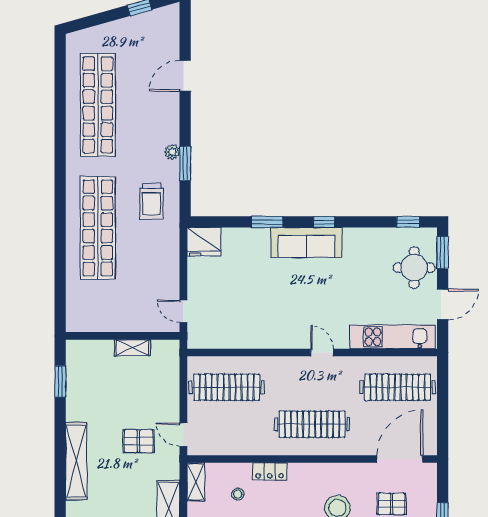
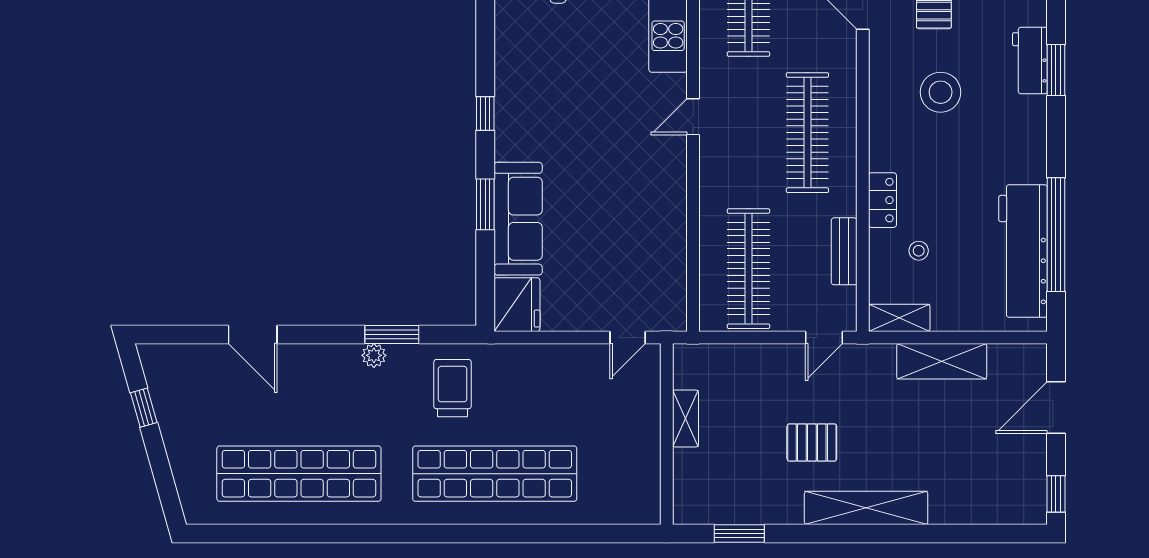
trolley: (152, 201) -> (452, 388), turned -90
sofa: (306, 243) -> (518, 219), moved
pallet: (139, 441) -> (812, 443), moved, turned 90
bench: (237, 447) -> (844, 251), added

